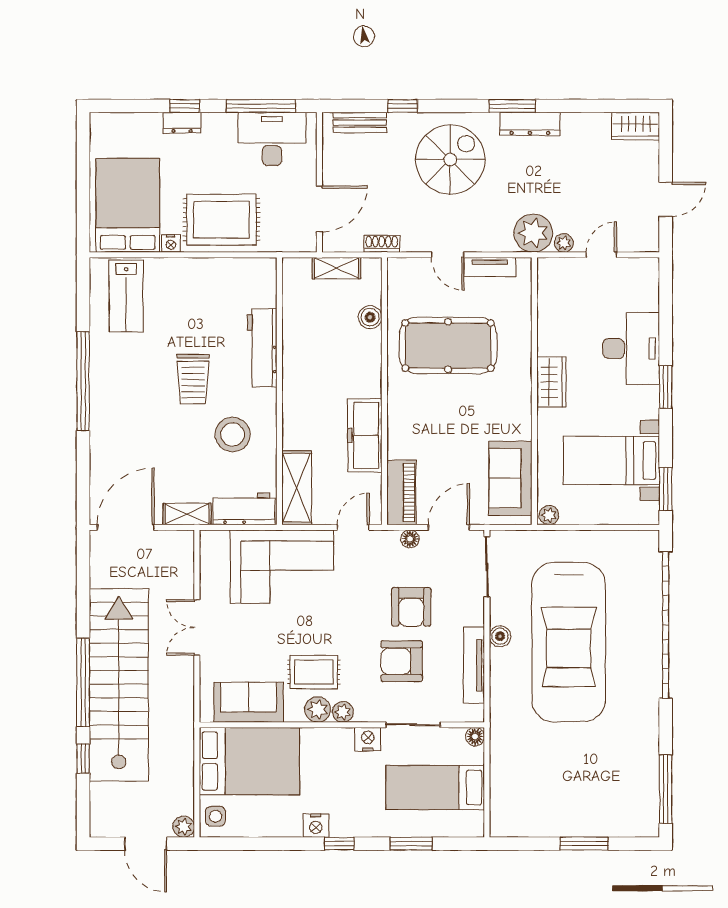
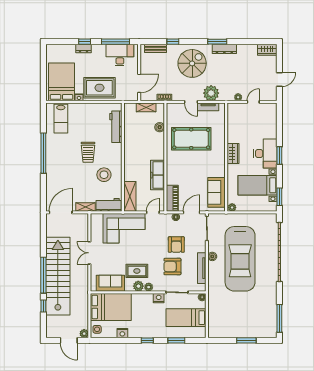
plant: (533, 233) -> (211, 93), moved
workbench: (262, 348) -> (116, 127), moved
desk: (631, 349) -> (265, 153), moved
nightstand: (316, 826) -> (122, 333), moved

